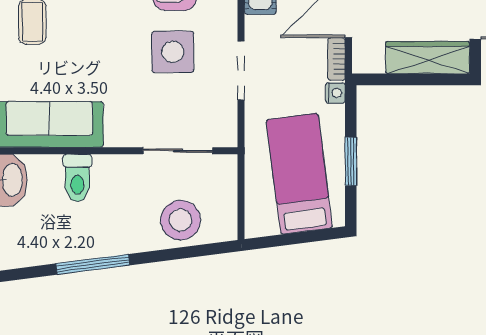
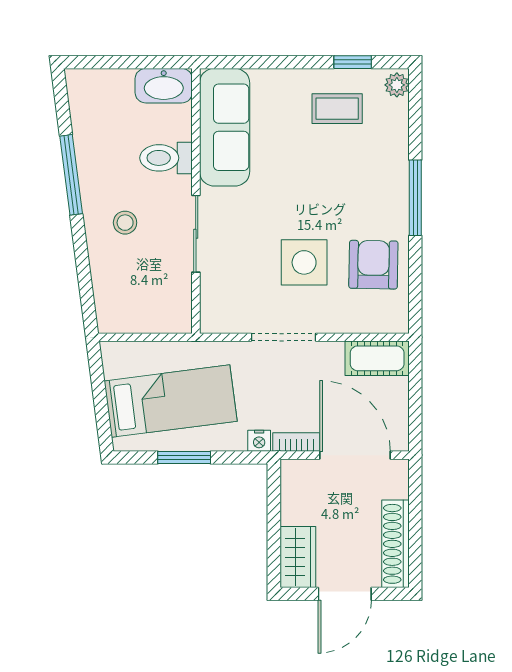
wardrobe: (428, 58) -> (298, 557), width x0.67
sliding door: (178, 151) -> (196, 234), moved
stool: (181, 220) -> (125, 223), moved, width x0.53, depth x0.53

